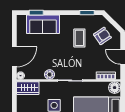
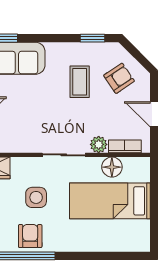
plant: (50, 74) -> (99, 144), moved
floor lamp: (115, 88) -> (112, 167), moved

